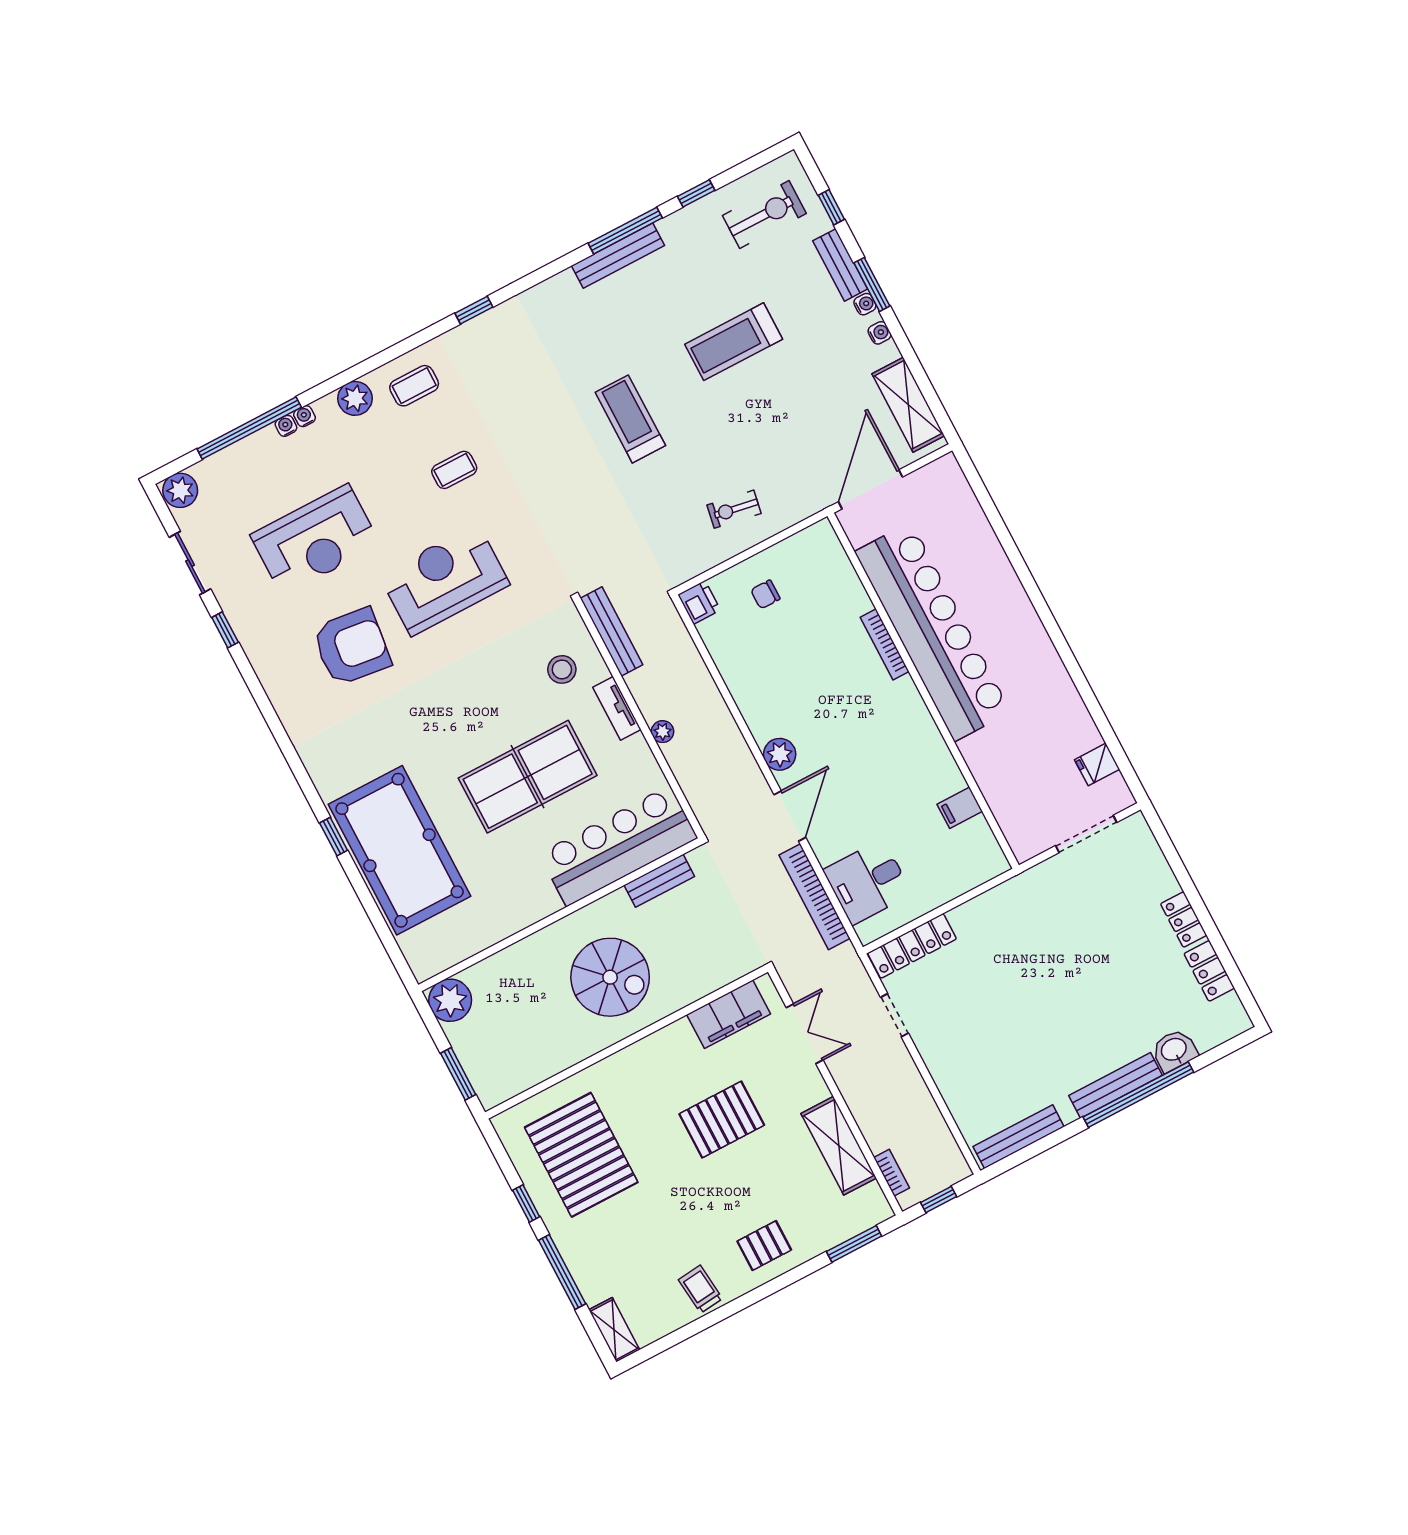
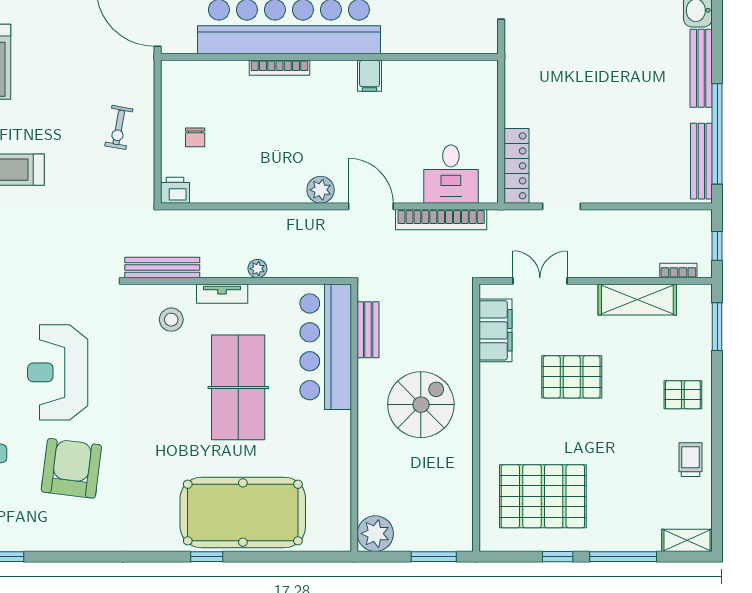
filing cabinet: (960, 808) -> (370, 76), moved
window: (1138, 1095) -> (717, 134), moved
pallet: (722, 1119) -> (572, 377), turned 90
pallet: (764, 1246) -> (683, 395), turned 90
trolley: (700, 1289) -> (691, 460), turned 96

